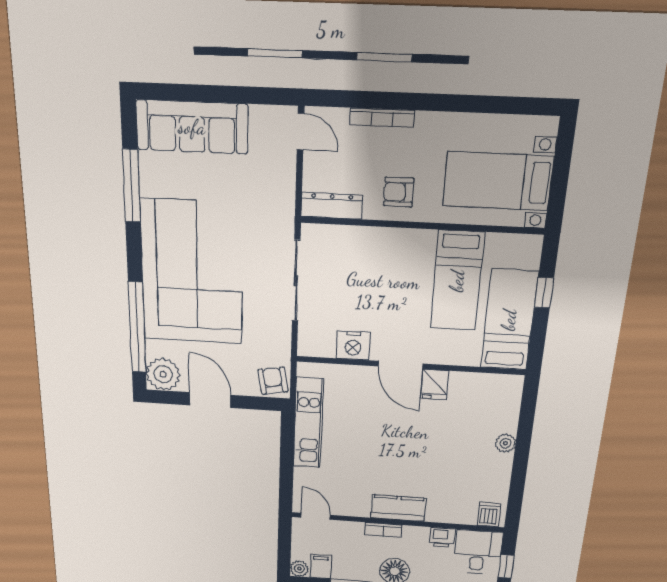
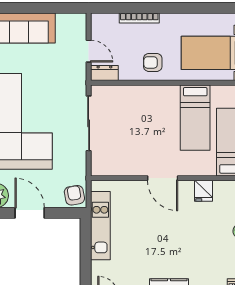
door: (301, 132) -> (89, 51), moved
dresser: (332, 206) -> (104, 73), width x0.70
nightstand: (353, 345) -> (129, 166), removed
fridge: (435, 384) -> (203, 191), moved

